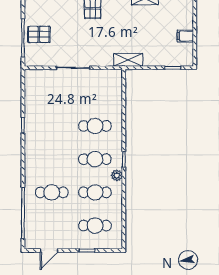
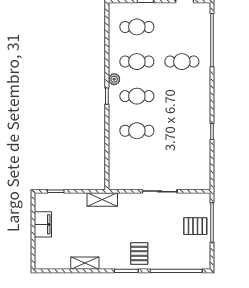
filing cabinet: (185, 36) -> (43, 224), width x2.00

